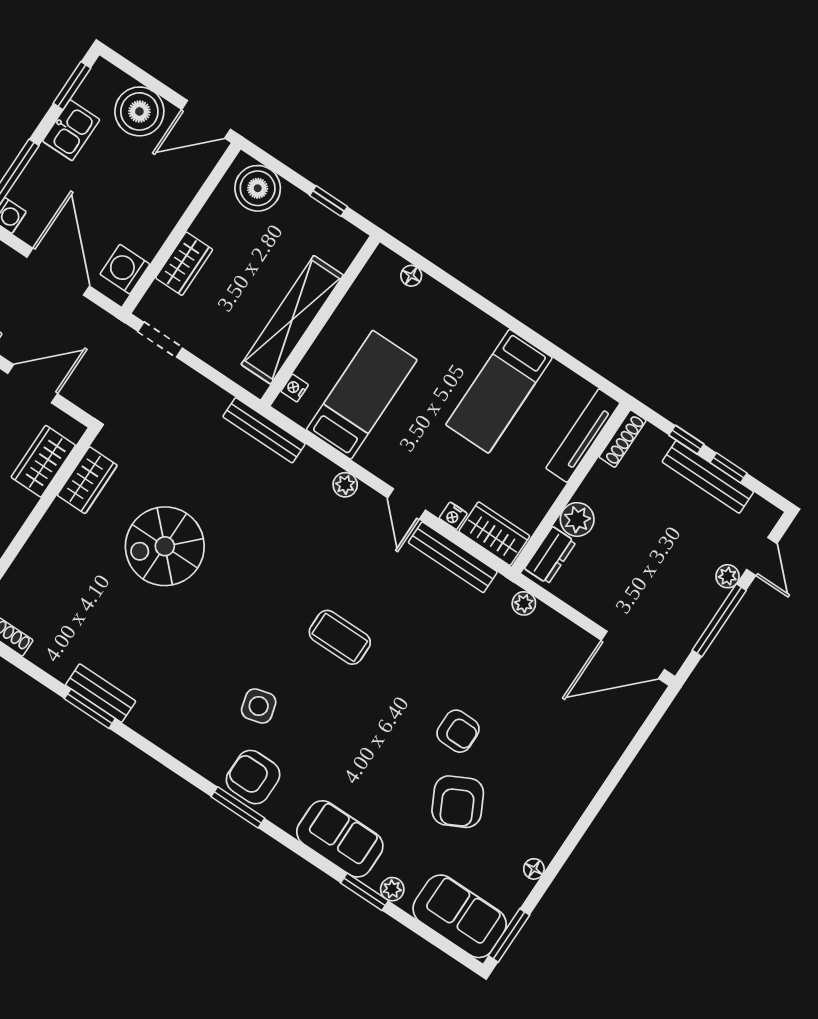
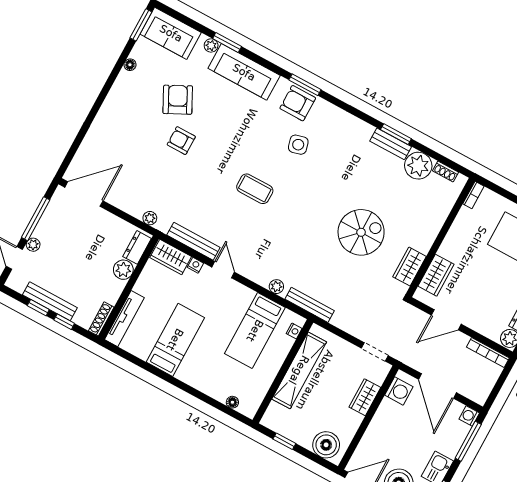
plant: (345, 485) -> (276, 287), moved
plant: (57, 651) -> (418, 166), added
armchair: (253, 777) -> (298, 103), turned 180
sofa: (340, 839) -> (244, 72), width x1.36

